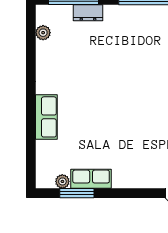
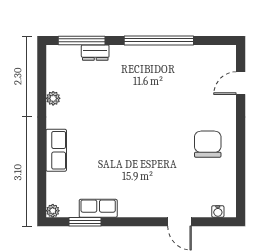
plant: (43, 33) -> (53, 98), moved
plant: (62, 181) -> (53, 211), moved

